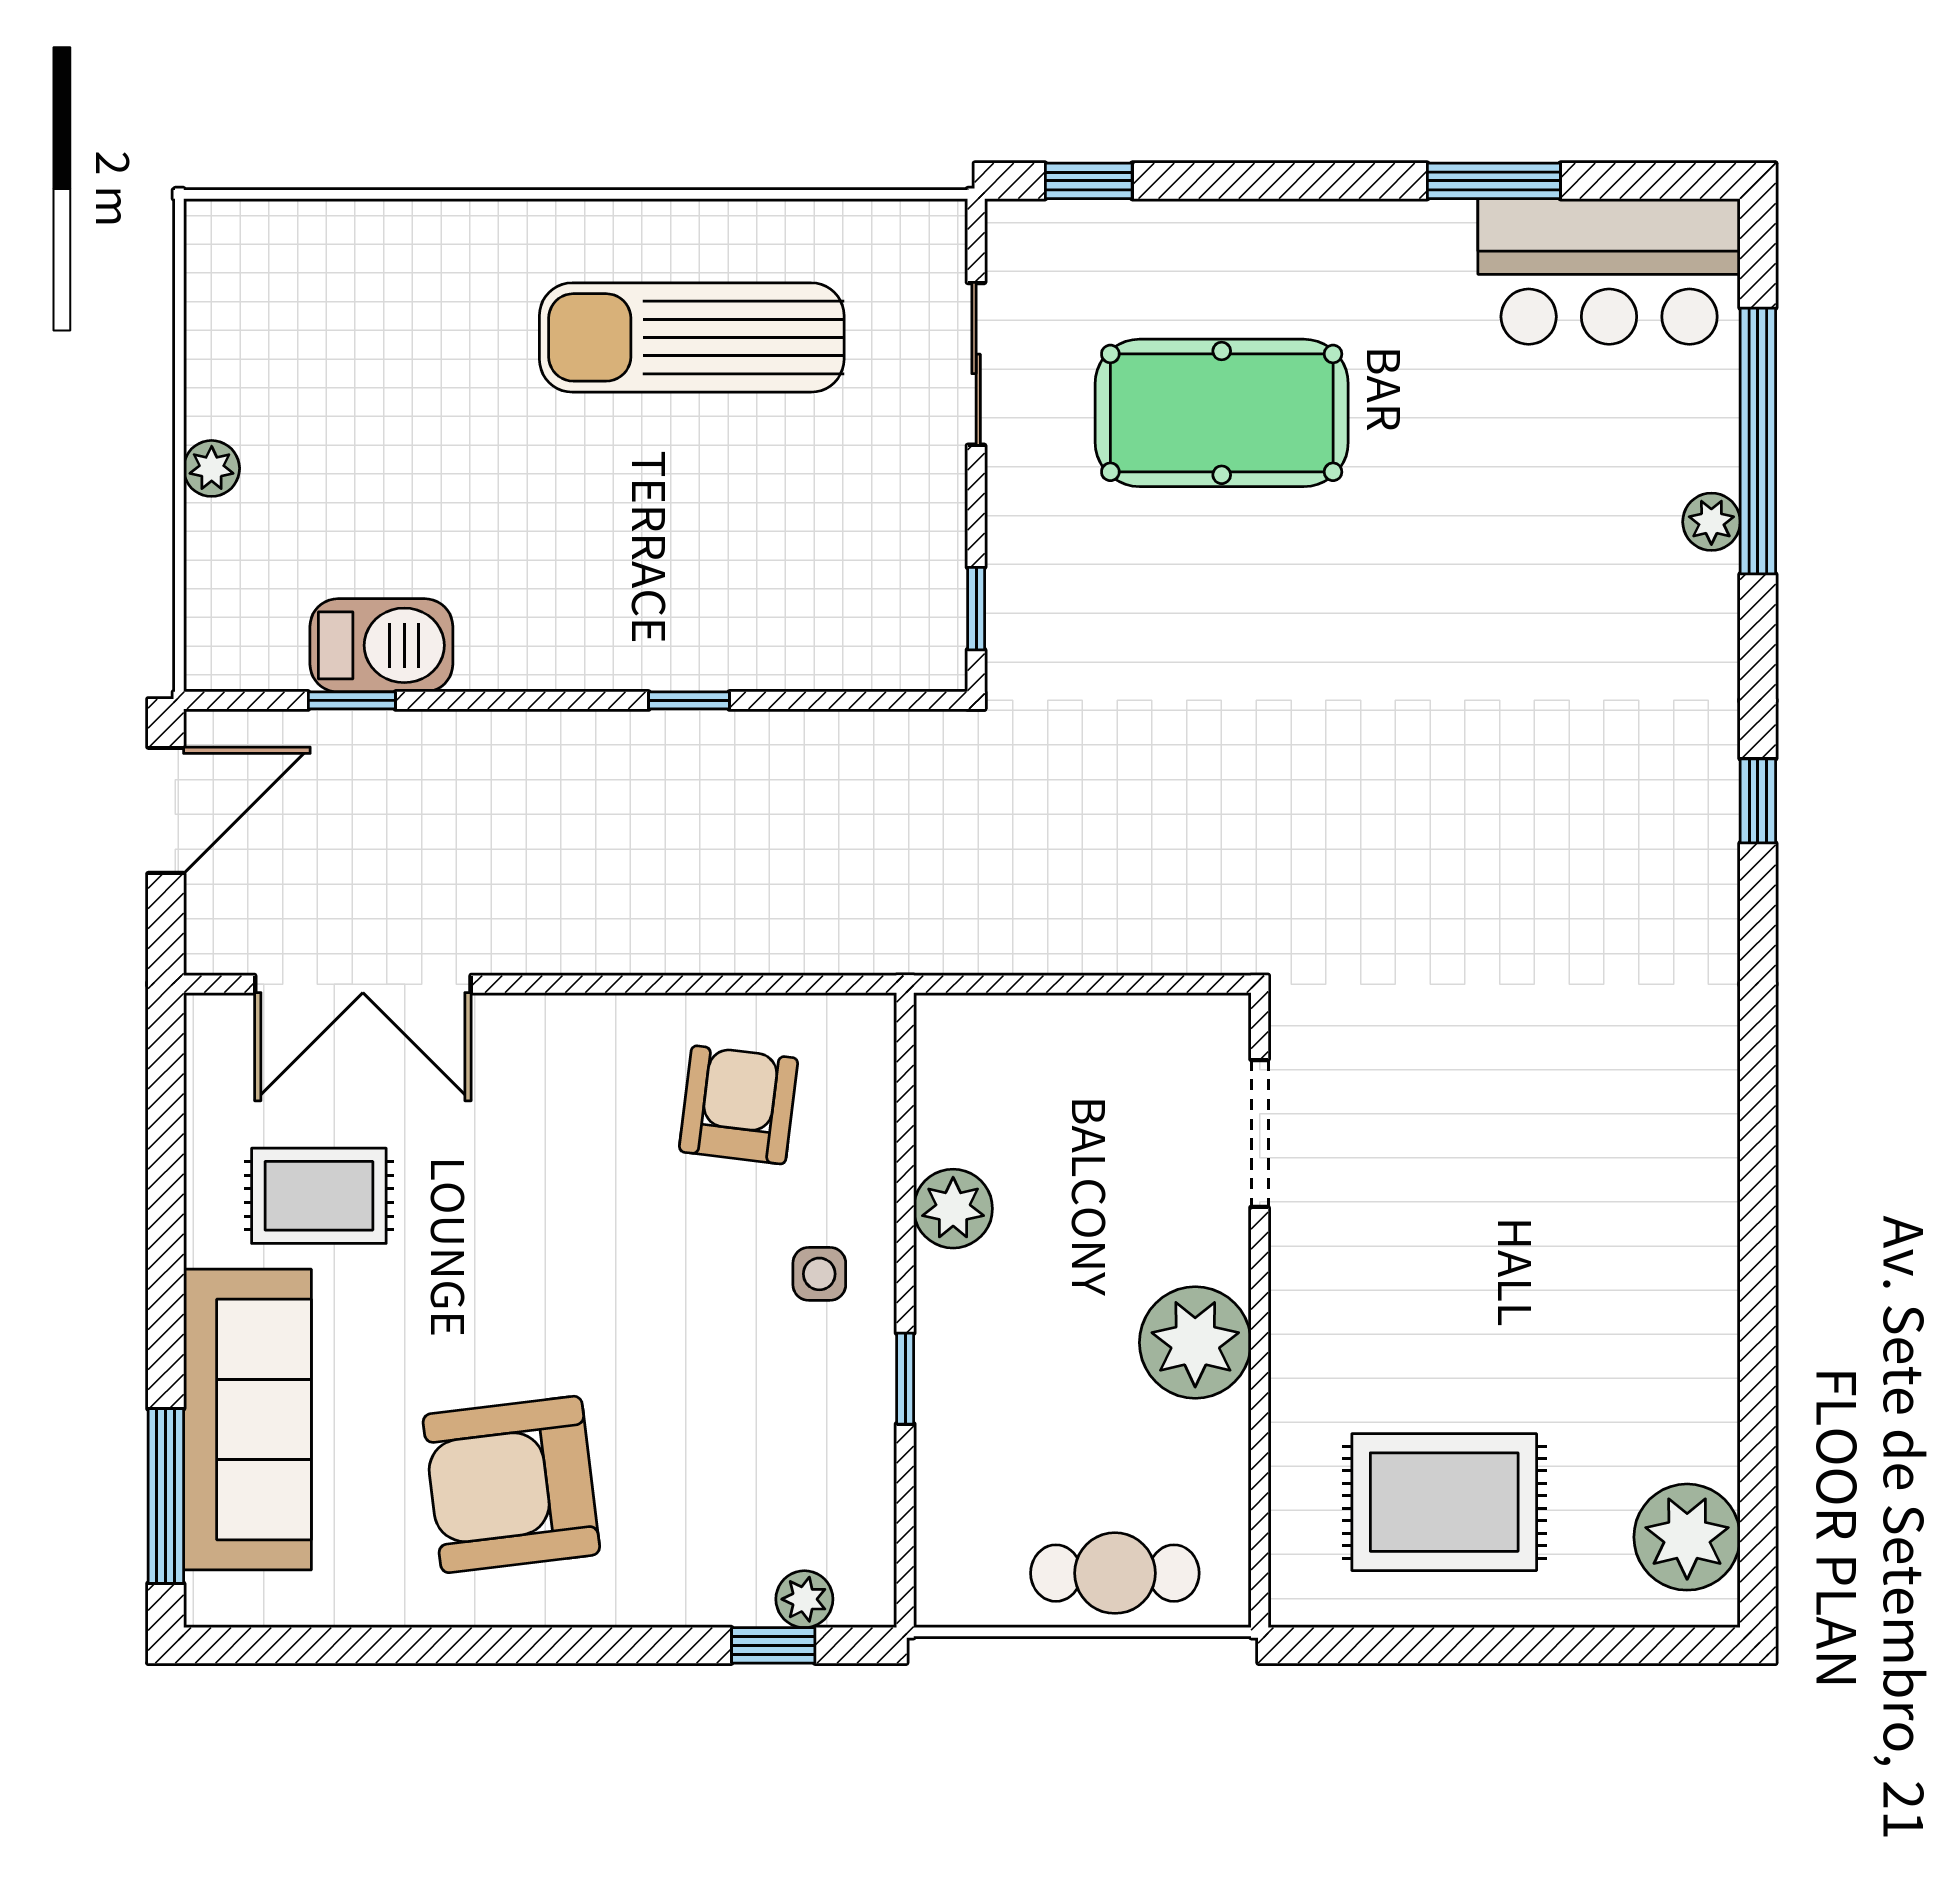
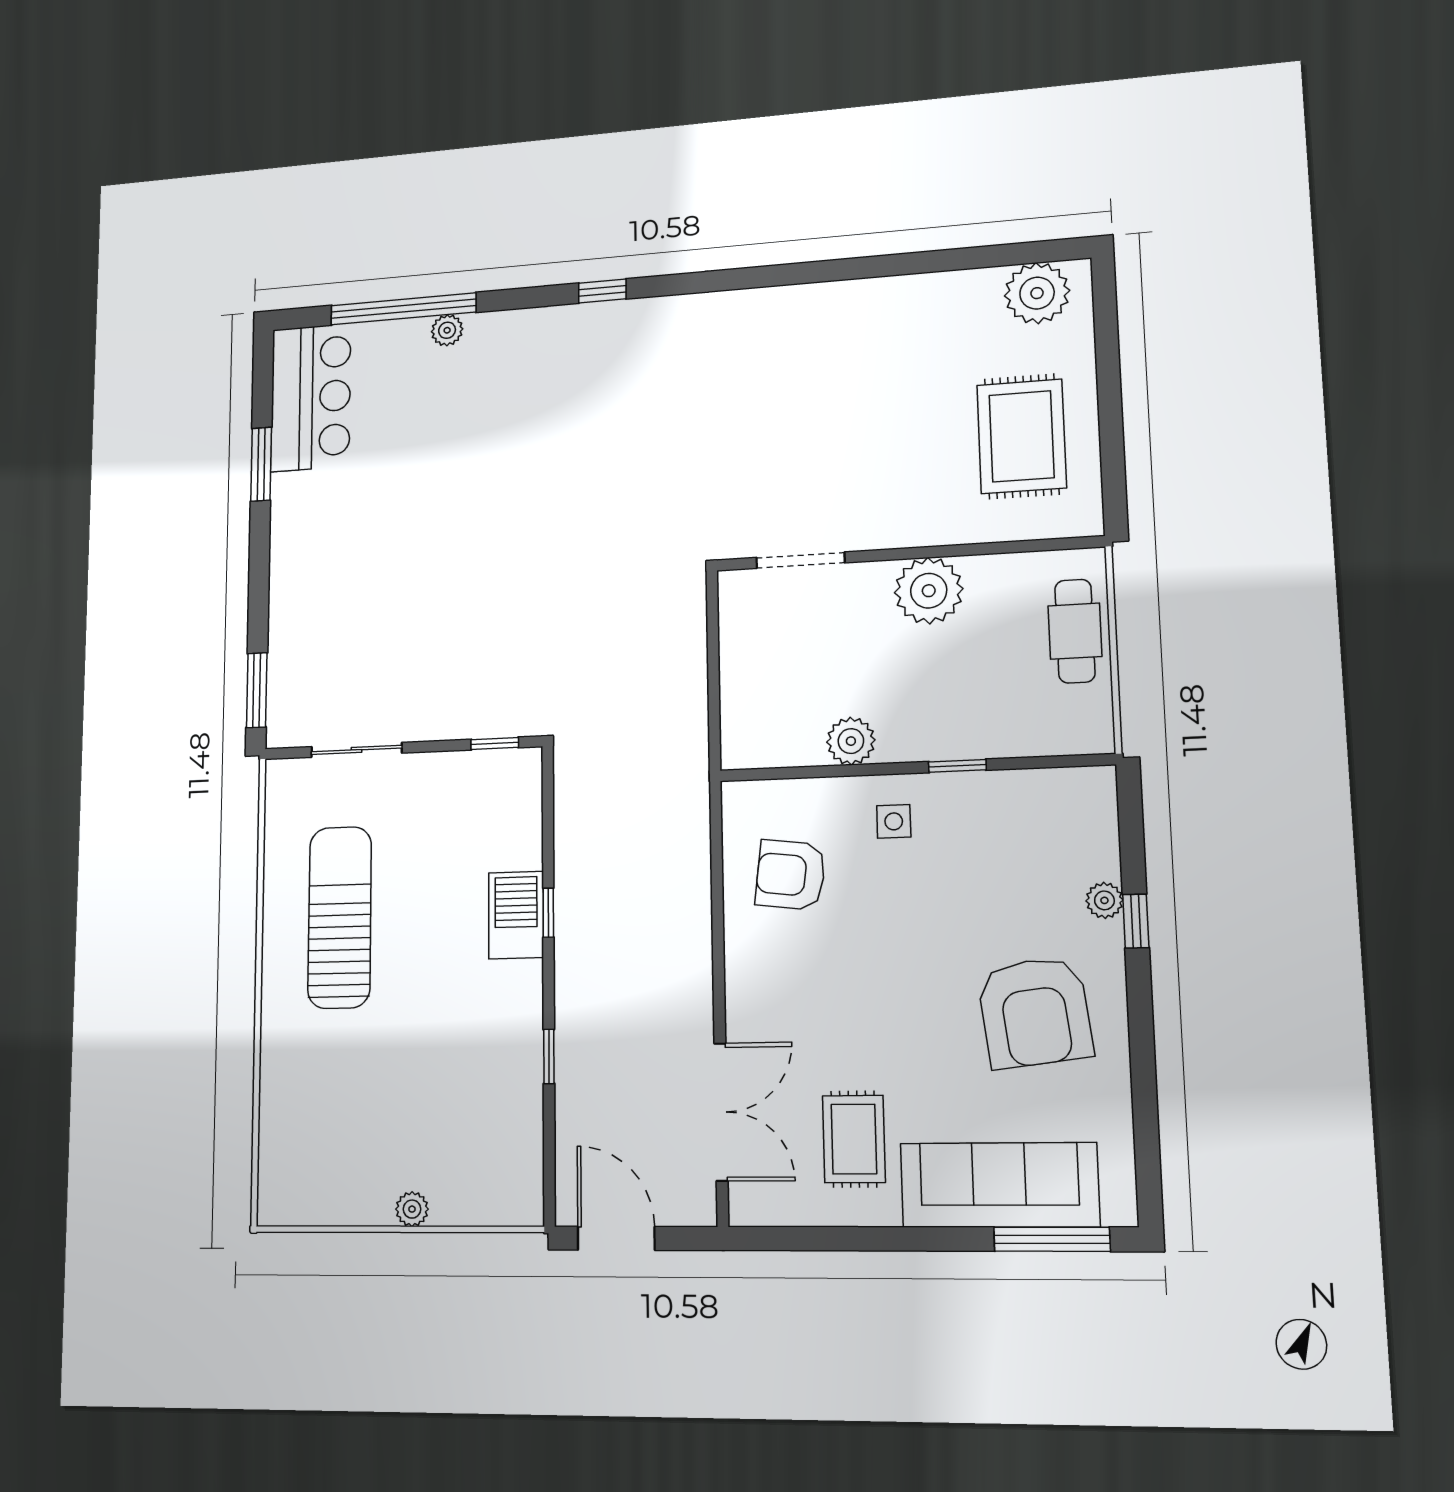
window: (1089, 181) -> (257, 690), width x1.50
sun lounger: (692, 337) -> (340, 917), turned 180
pool table: (1222, 413) -> (385, 608), removed
barbecue: (381, 645) -> (516, 915), moved
window: (352, 700) -> (549, 1056), moved
plant: (804, 1599) -> (1104, 900), moved
window: (773, 1645) -> (1136, 921), moved

